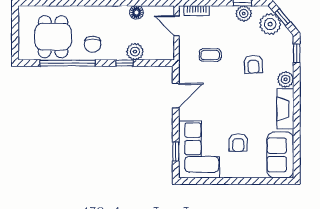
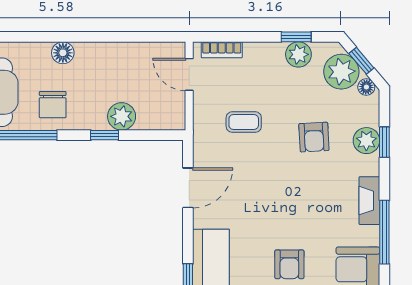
floor lamp: (136, 12) -> (63, 53), moved
floor lamp: (285, 34) -> (366, 87), added
window: (297, 53) -> (384, 142), moved
plant: (286, 79) -> (366, 141), moved
fireplace: (285, 109) -> (369, 201), width x0.73, depth x0.76
window: (297, 123) -> (384, 232), added

